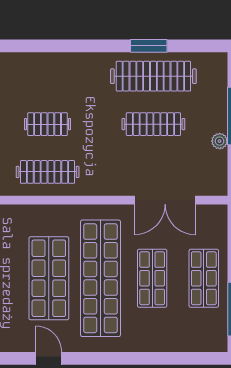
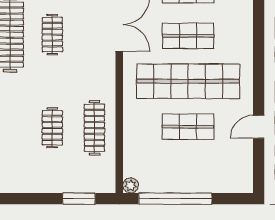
clothes rail: (153, 124) -> (52, 35), width x0.73
shop shelf: (49, 278) -> (188, 127), width x0.70, depth x0.74

